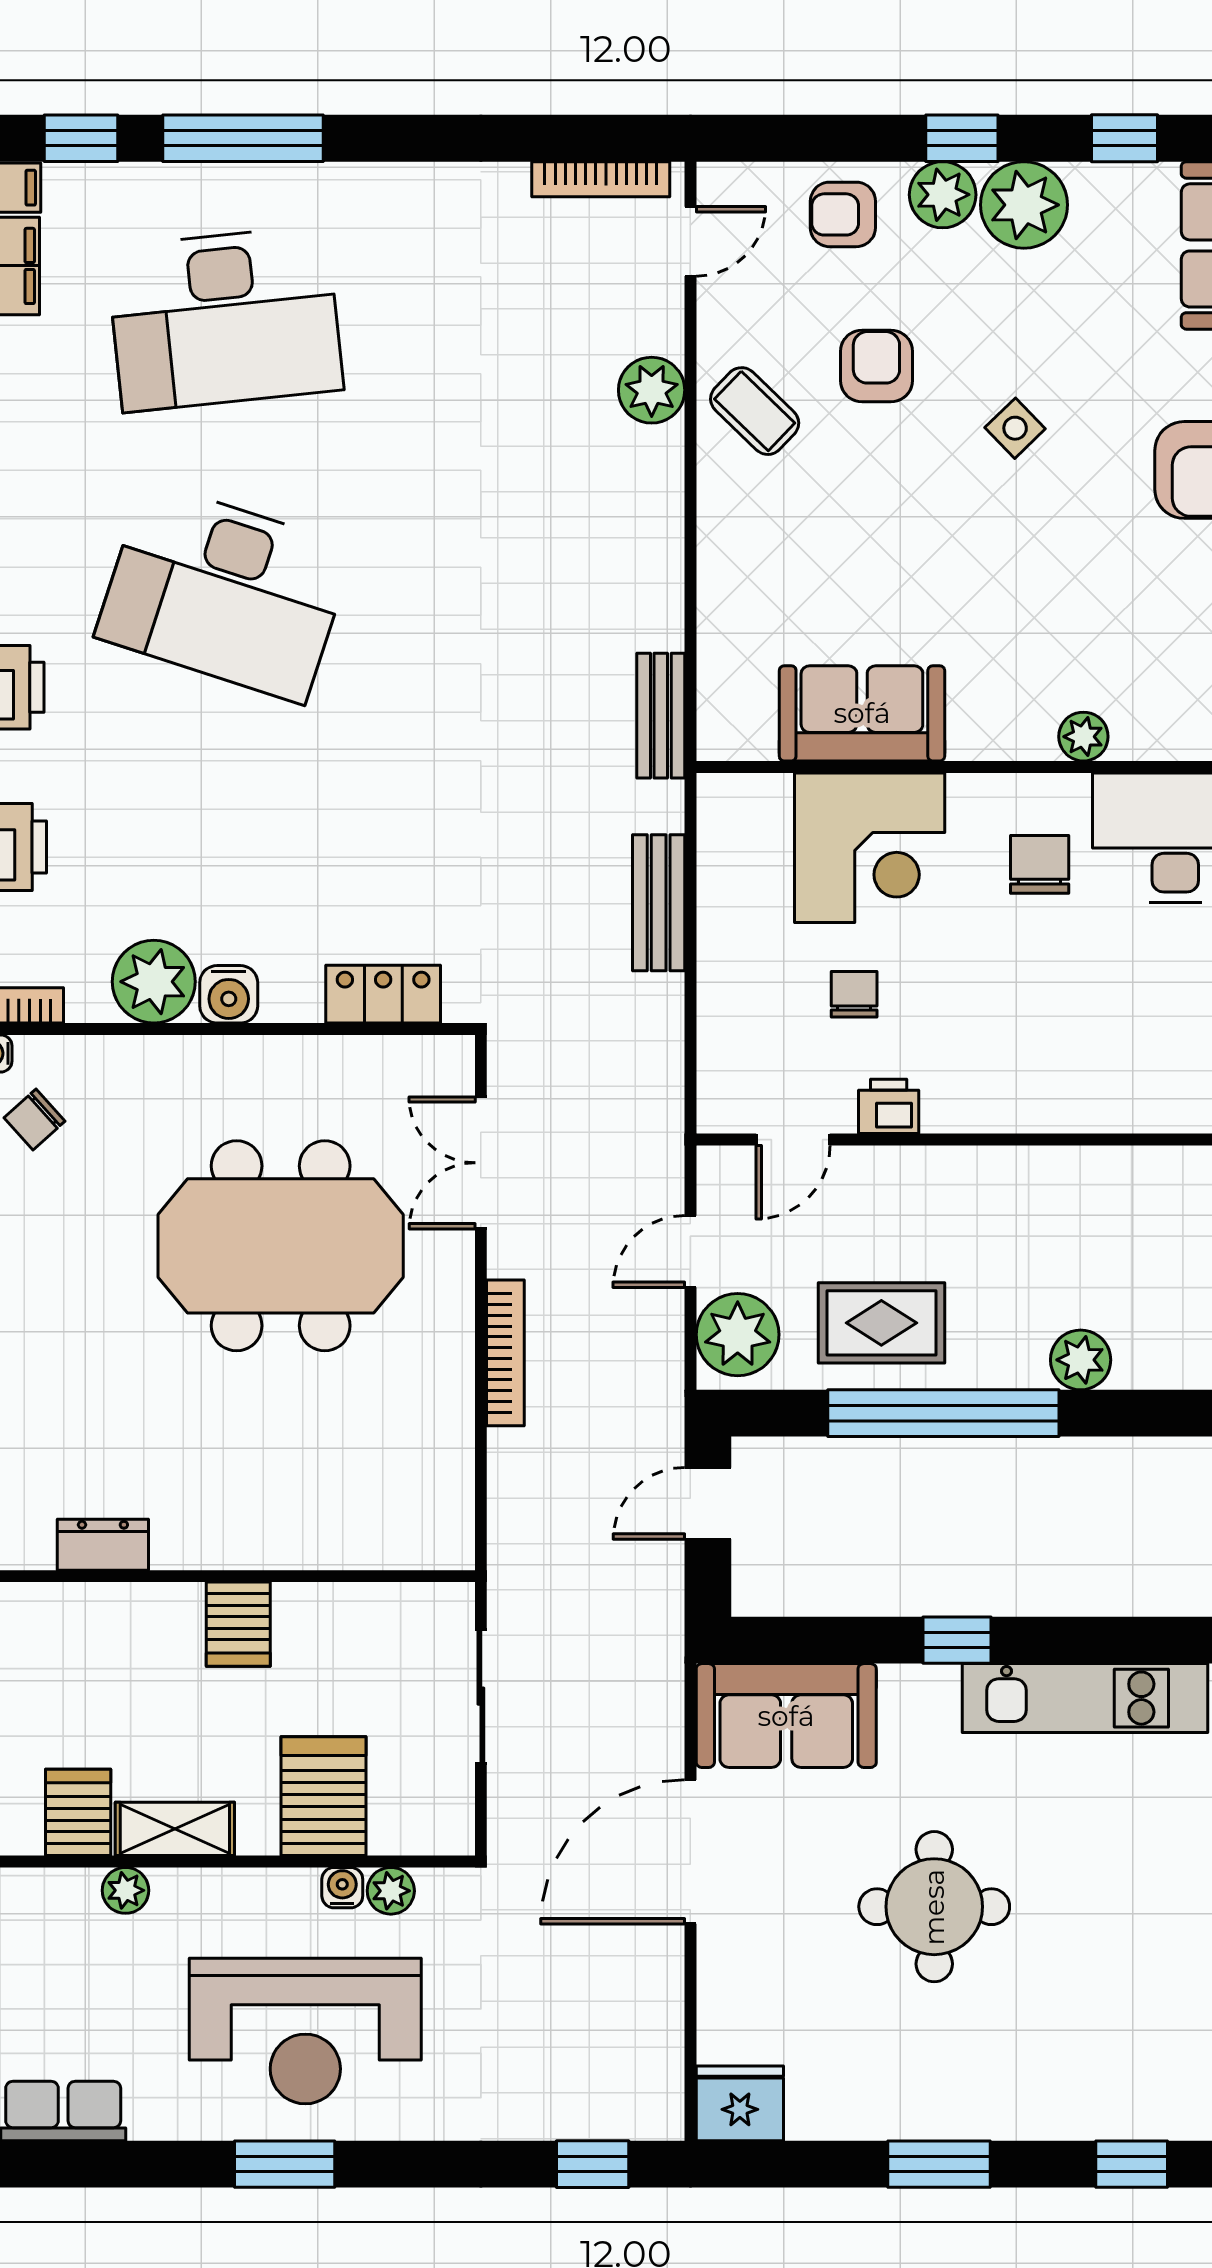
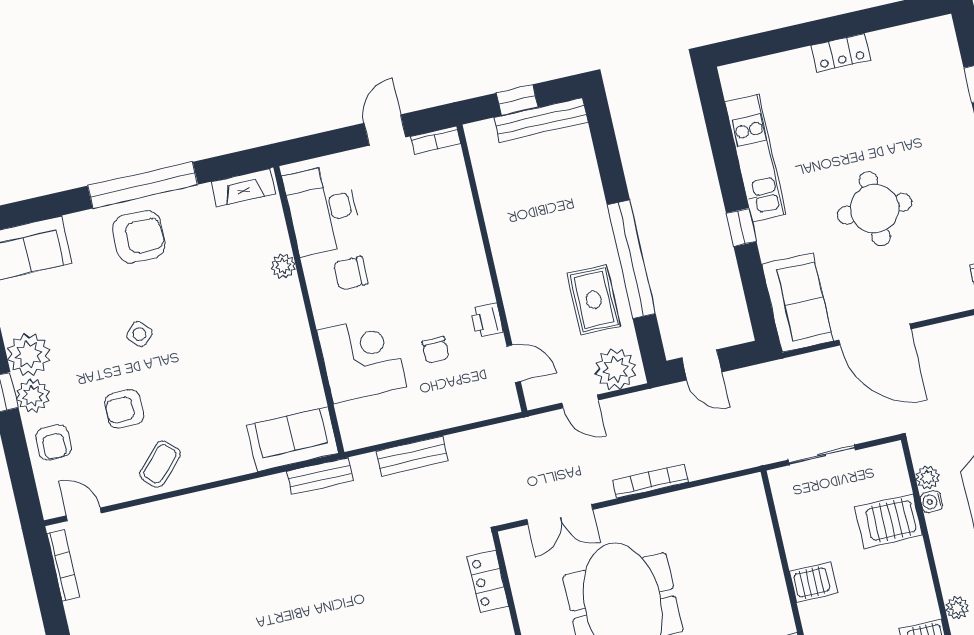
plant: (652, 390) -> (161, 517), removed
sofa: (862, 713) -> (293, 439), moved, turned 90
chair: (854, 994) -> (435, 350), turned -90
plant: (1081, 1360) -> (590, 198), removed
shelving: (175, 1829) -> (921, 590), removed

